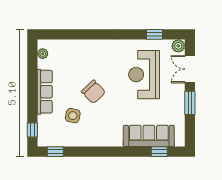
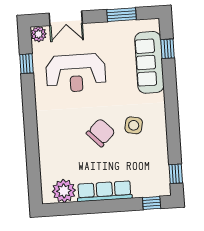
plant: (43, 54) -> (64, 191), width x1.87, depth x1.87
window: (190, 103) -> (122, 15), moved
side table: (73, 116) -> (134, 125), moved

